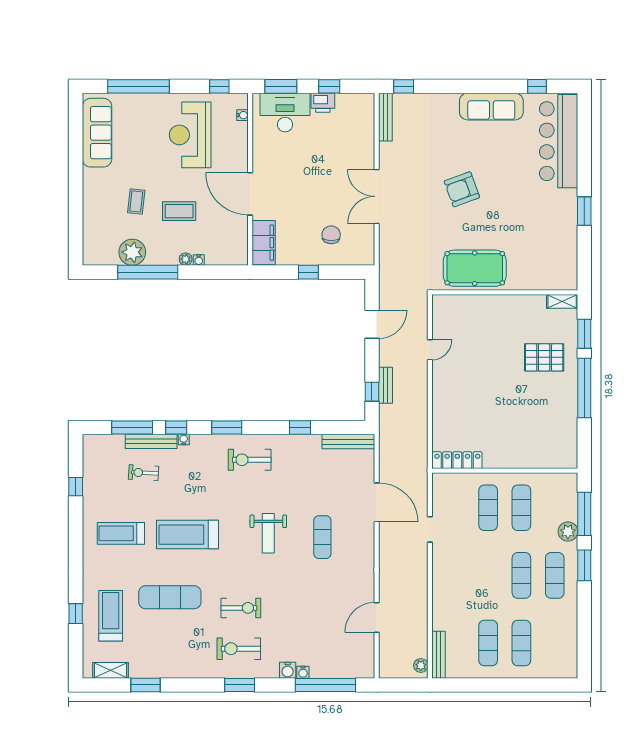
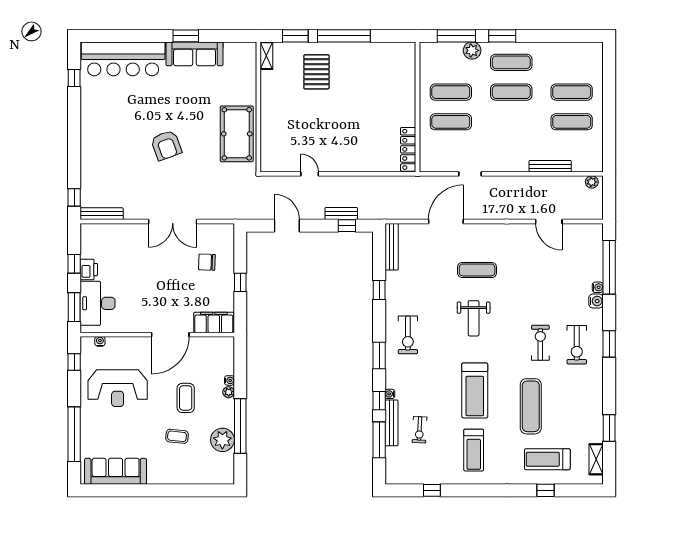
sofa: (491, 107) -> (195, 54), moved, turned 90
weight bench: (268, 533) -> (474, 318), turned 90
bench: (438, 655) -> (550, 166), moved

